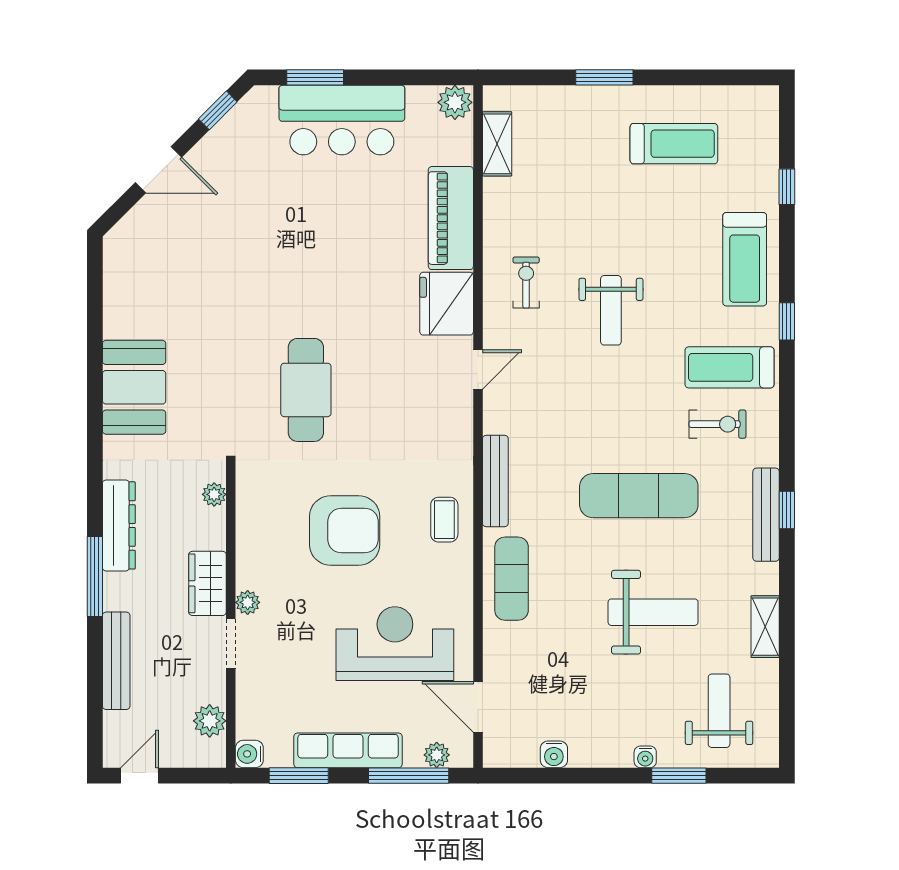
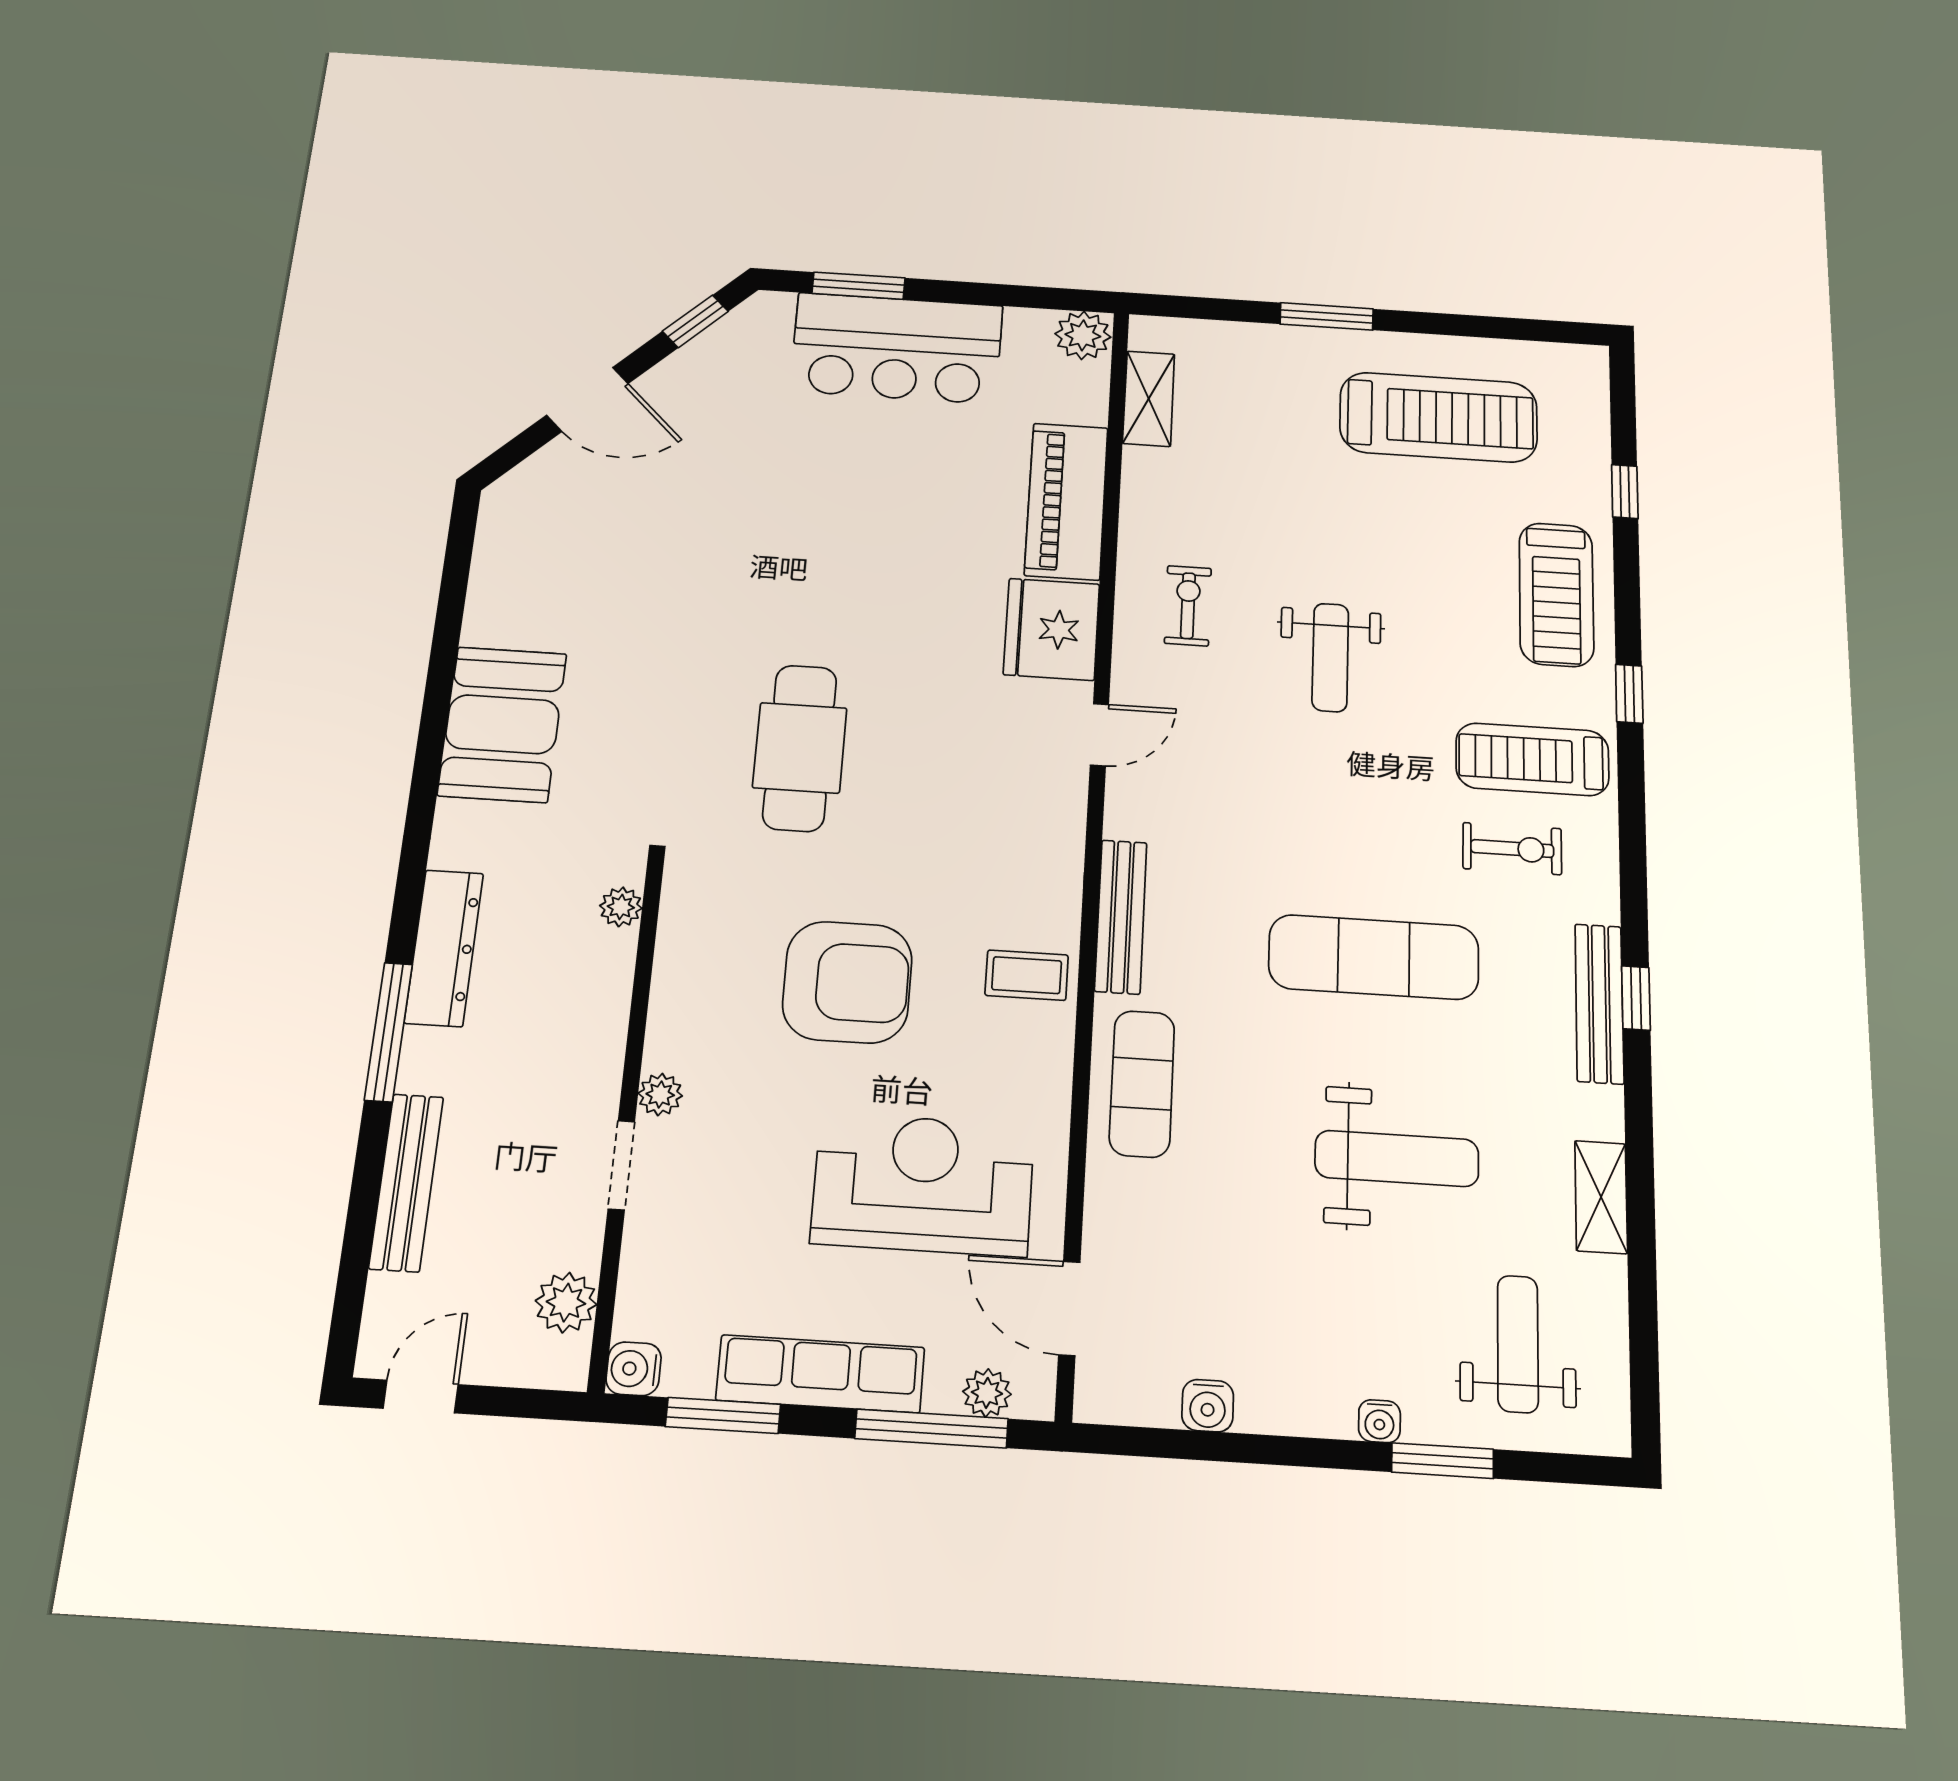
treadmill: (674, 144) -> (1439, 417), width x1.37, depth x1.38
coffee table: (444, 520) -> (1027, 975), turned 90
wardrobe: (207, 583) -> (591, 1057), removed

